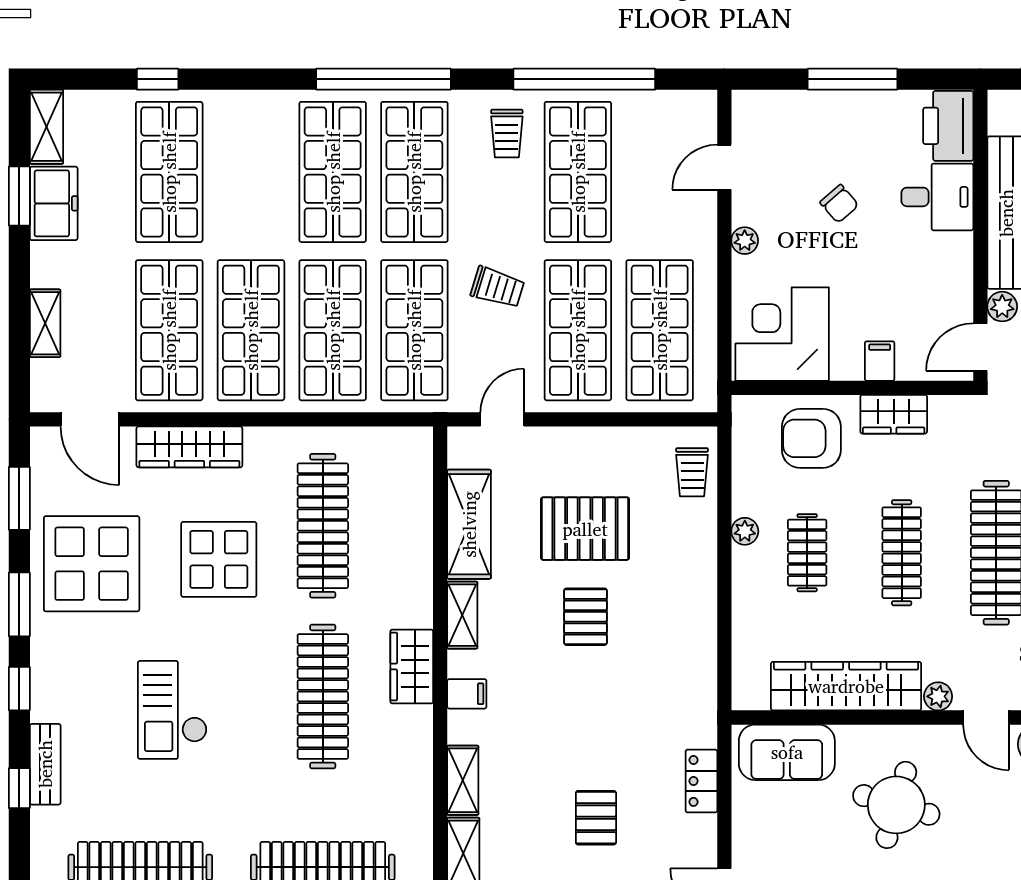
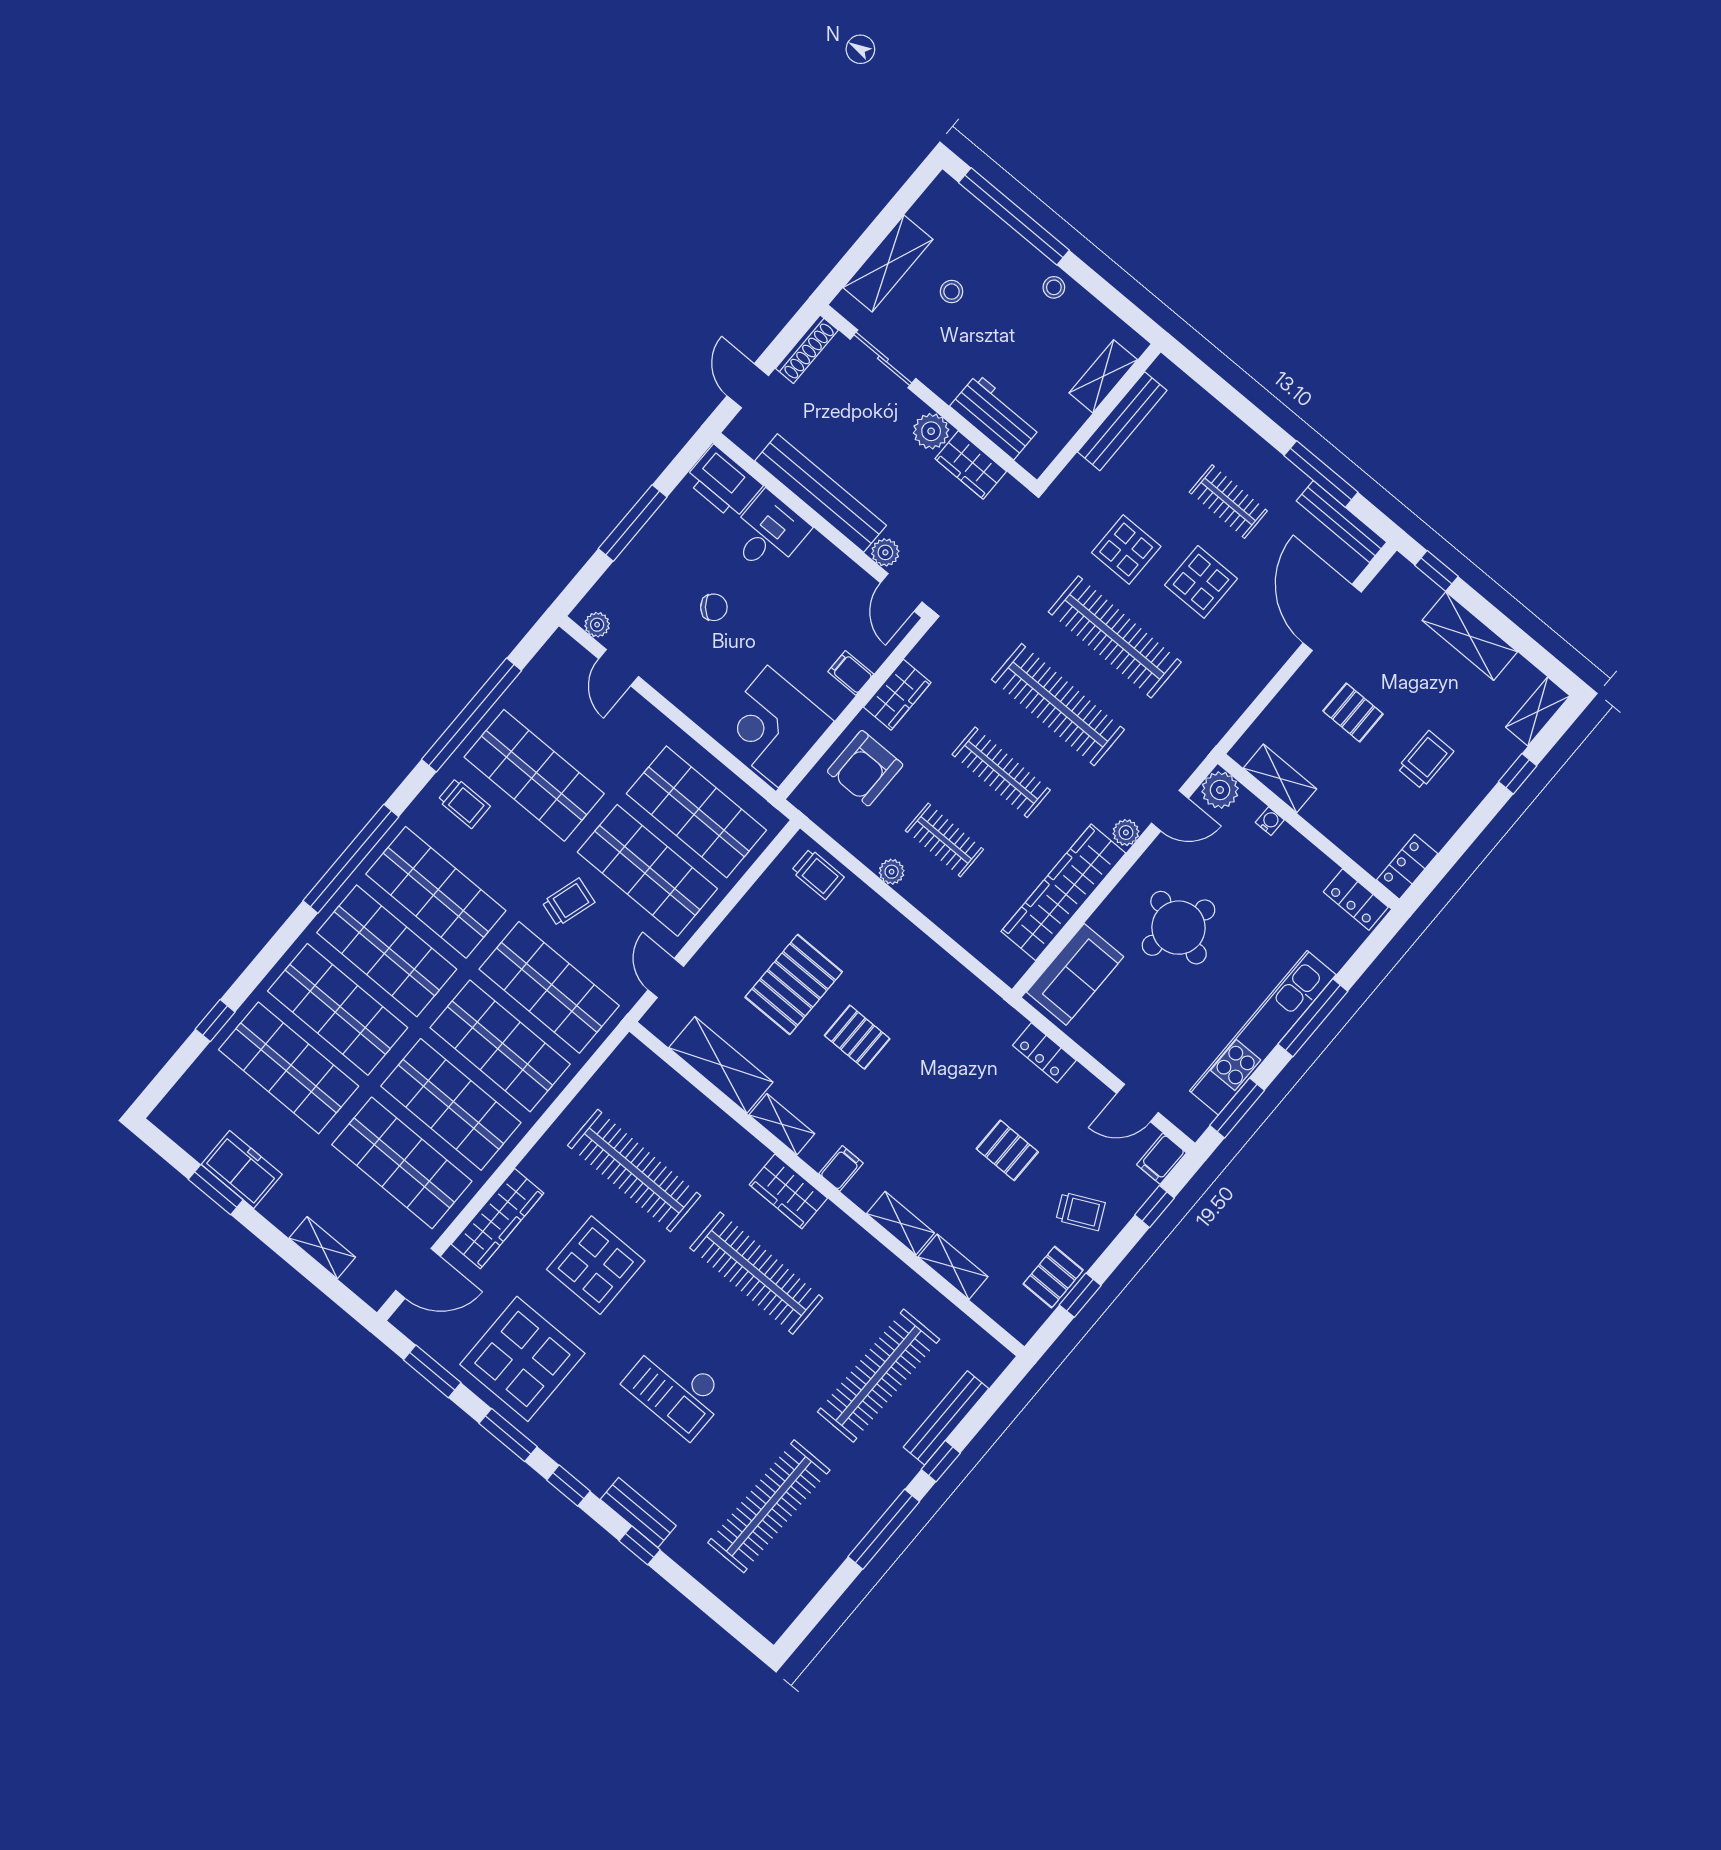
shelving: (47, 127) -> (183, 1129), removed
shop shelf: (251, 172) -> (338, 1009), added
plant: (745, 241) -> (597, 625), moved

